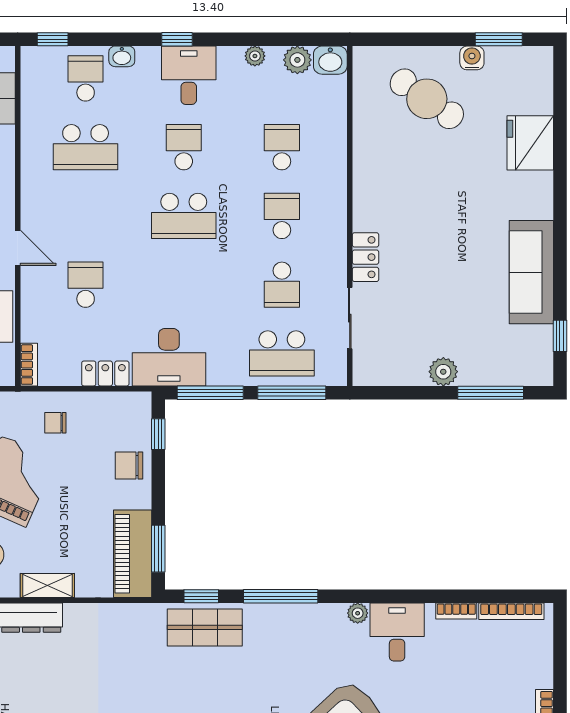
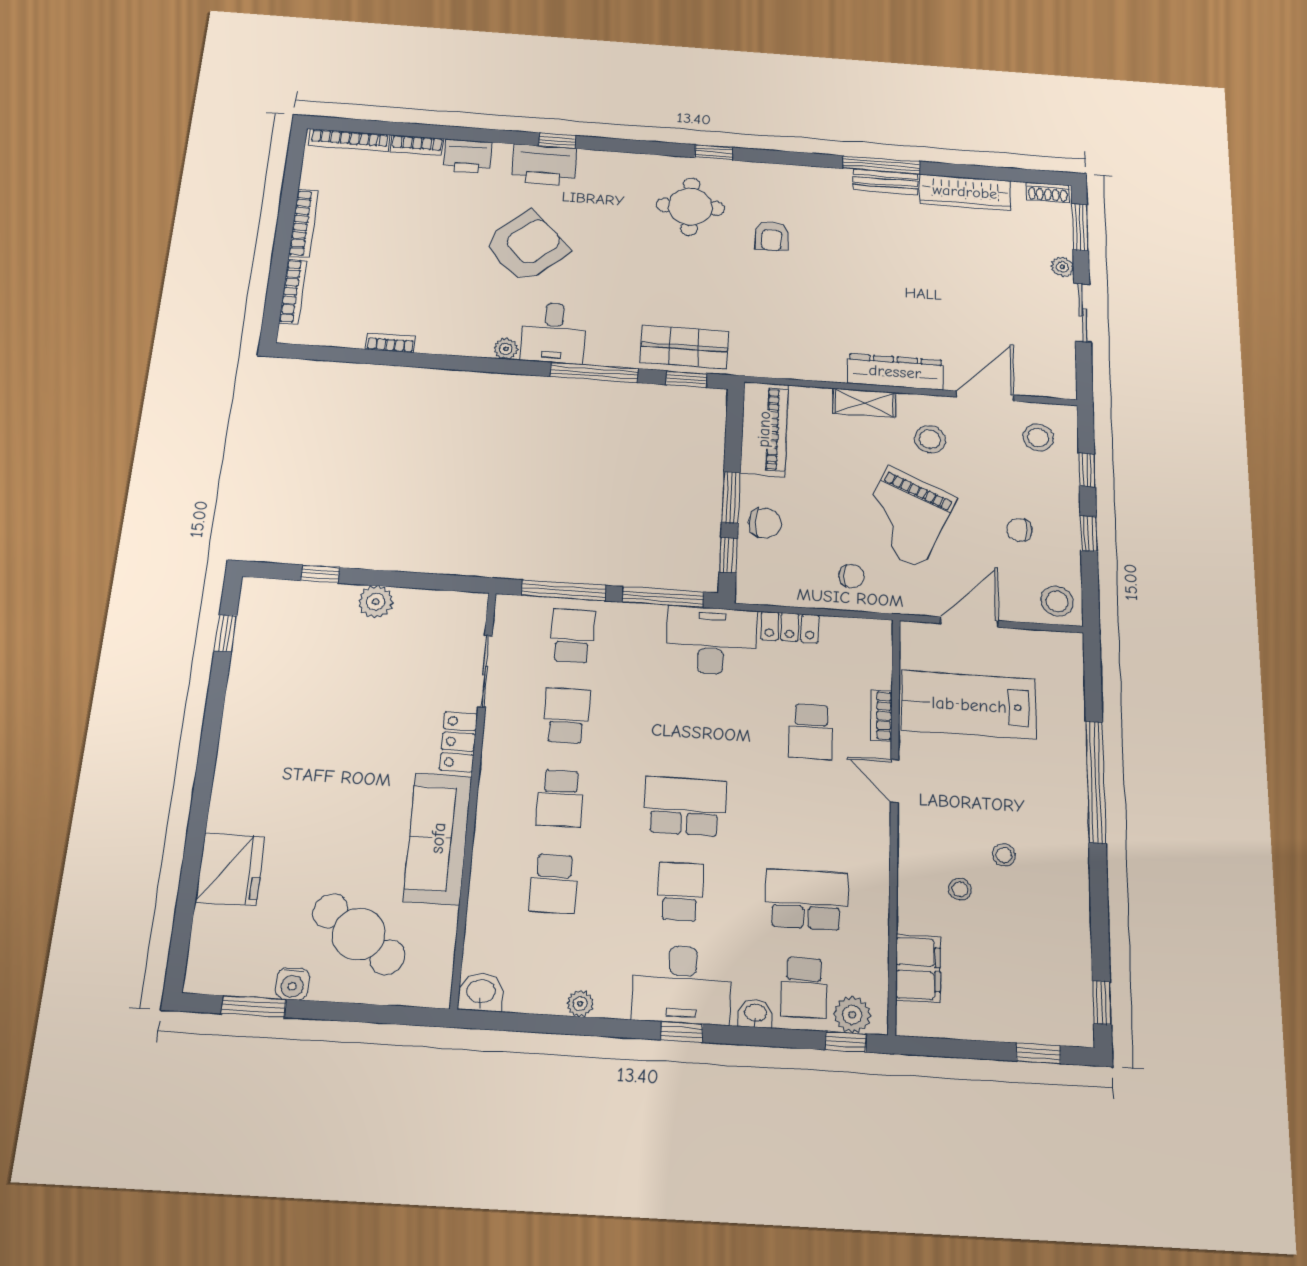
plant: (297, 60) -> (852, 1015), moved
desk: (189, 75) -> (682, 984), width x1.37
school desk: (184, 147) -> (680, 892), turned 180
sofa: (531, 272) -> (438, 838), moved, turned 180
school desk: (282, 353) -> (572, 636), width x0.54
bookcase: (29, 365) -> (881, 716), moved
window: (491, 393) -> (320, 574), width x0.46
window: (158, 549) -> (731, 497), moved
bookcase: (511, 611) -> (293, 291), moved, turned 90
desk: (397, 632) -> (553, 333), moved

